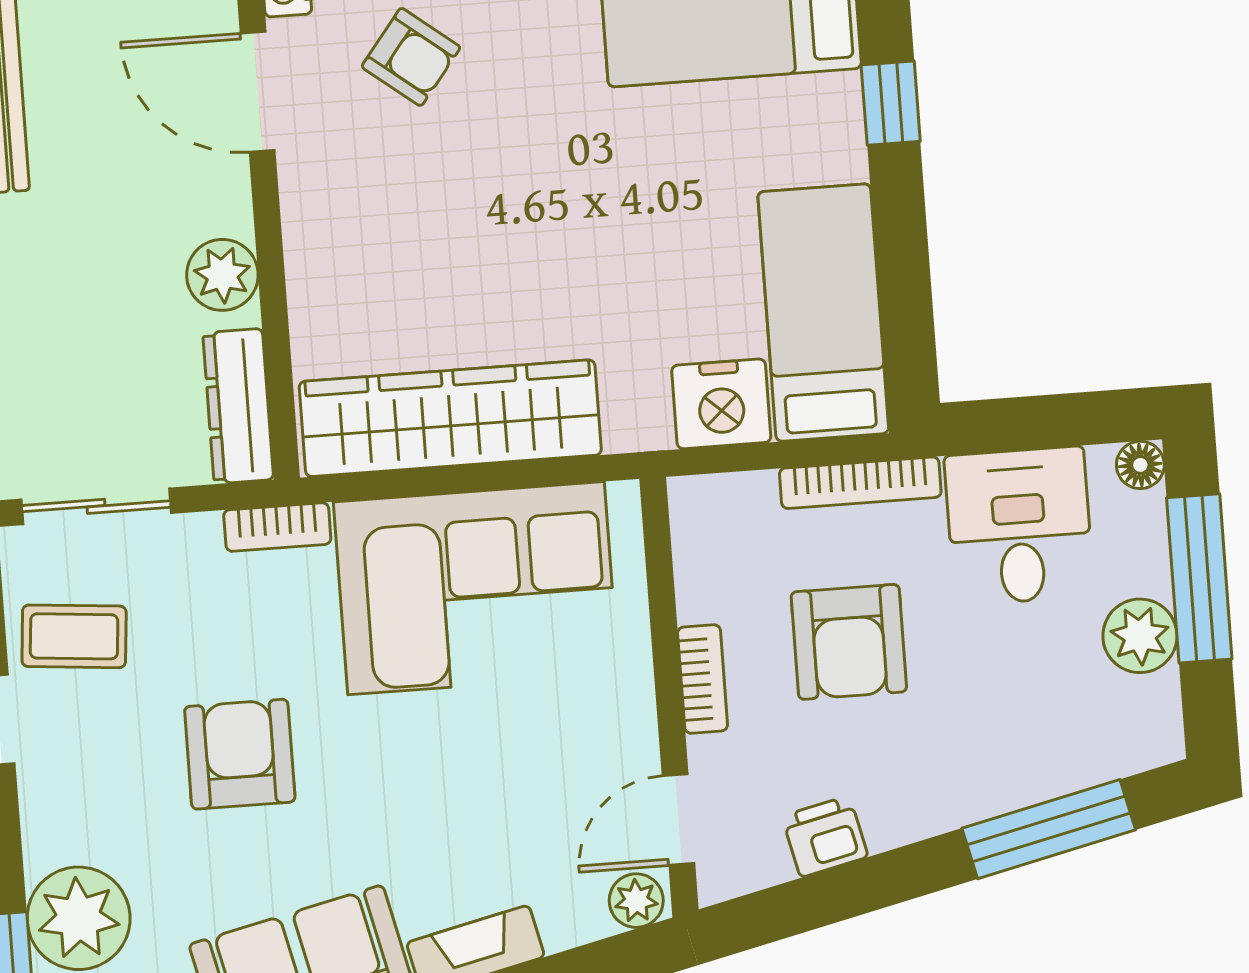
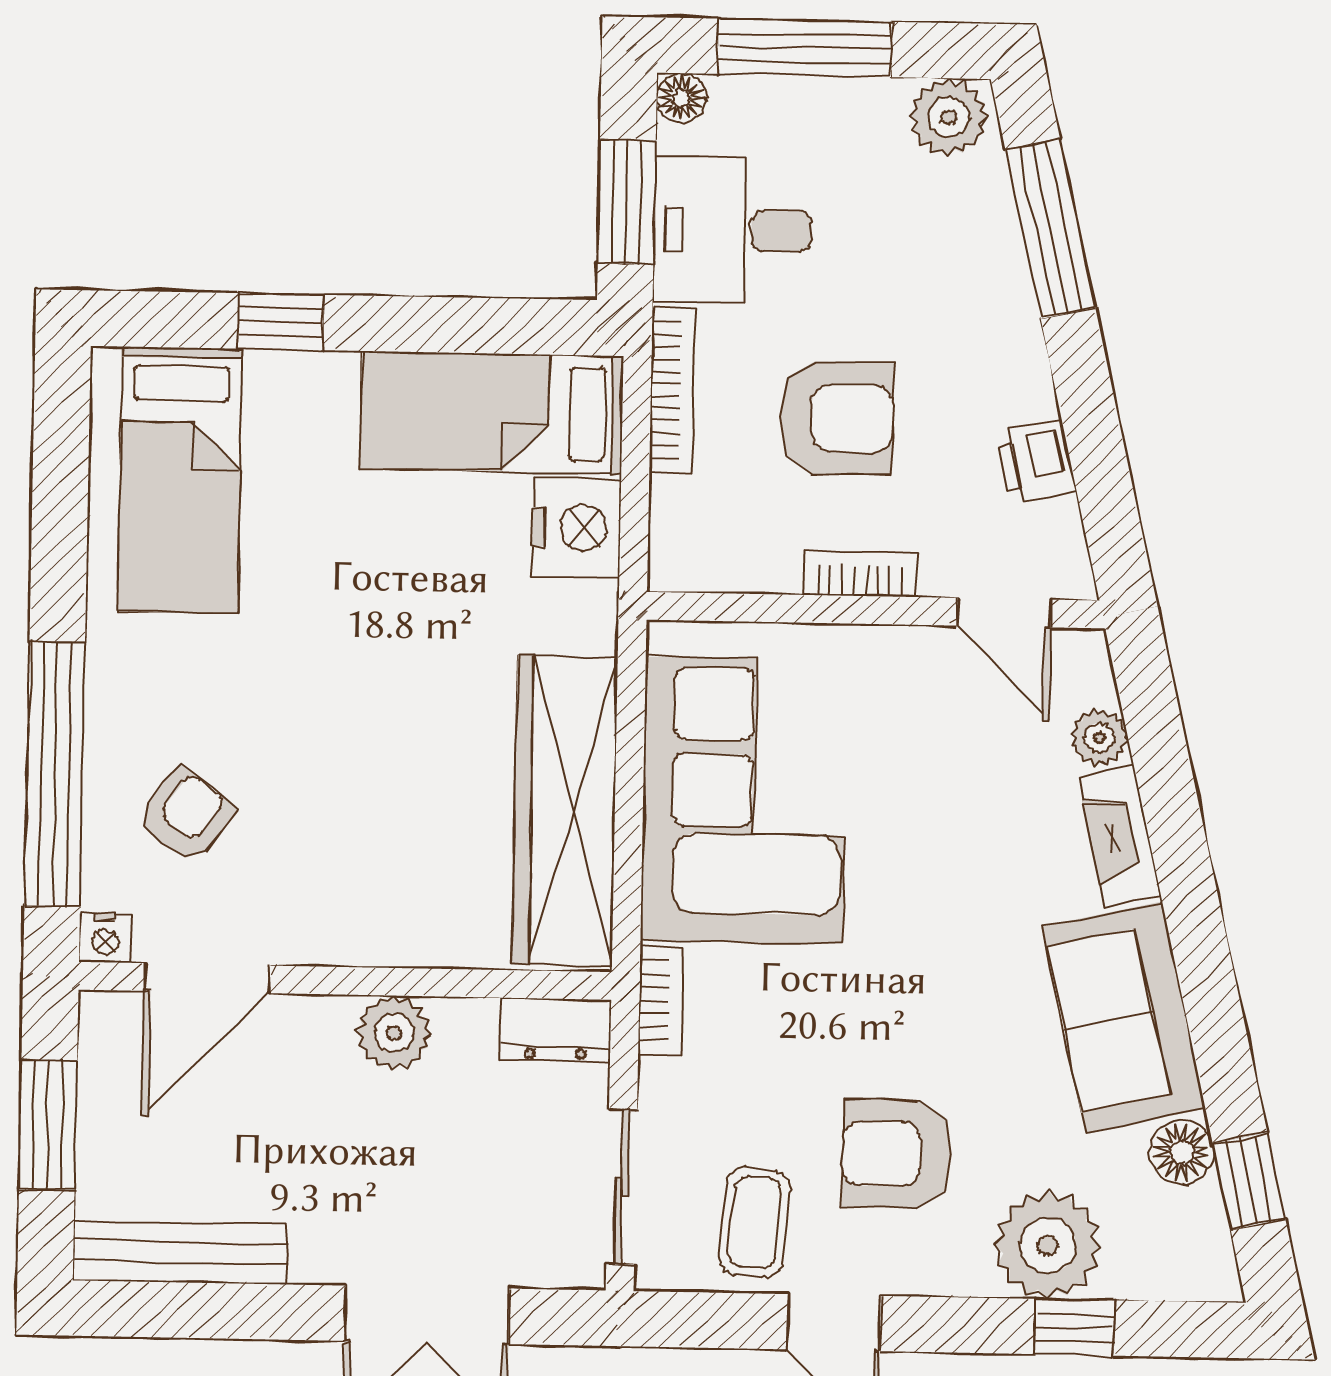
dresser: (238, 406) -> (556, 1030), width x0.70
window: (1036, 422) -> (627, 202), added
plant: (1140, 636) -> (949, 117), moved
armchair: (240, 754) -> (897, 1154), moved
plant: (636, 901) -> (1099, 738), moved

